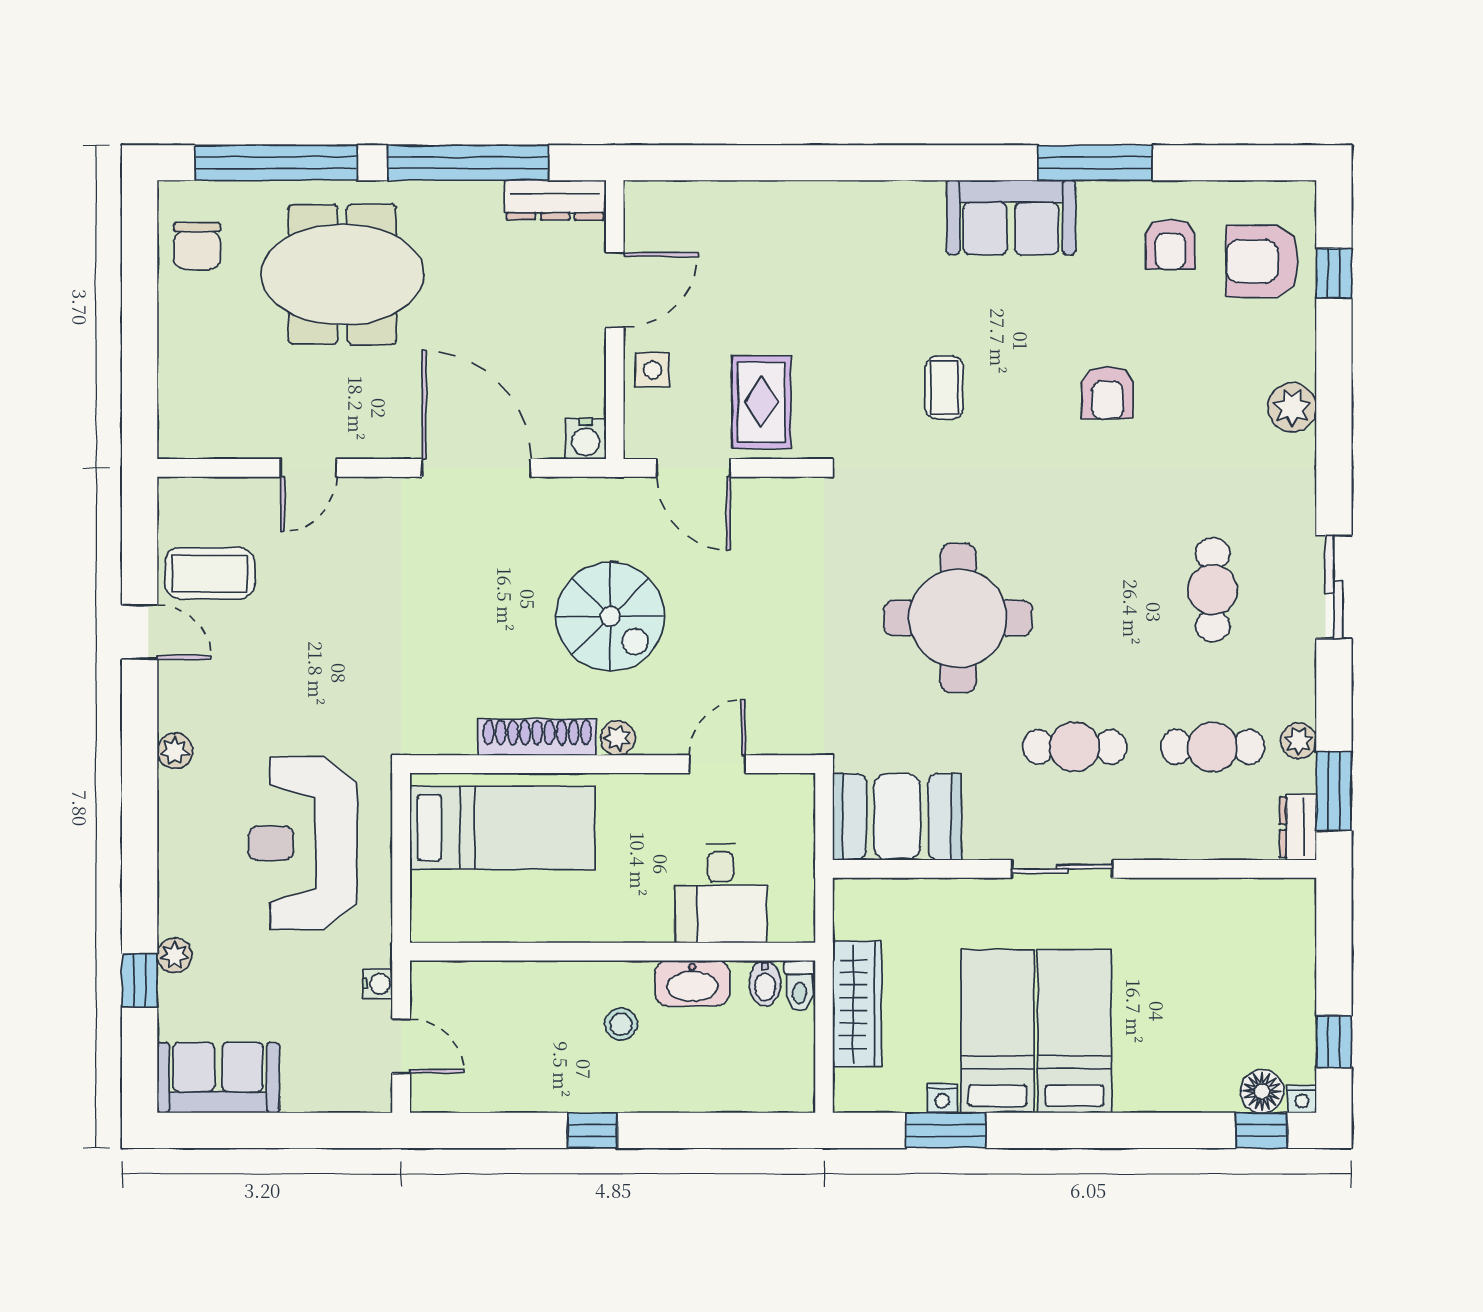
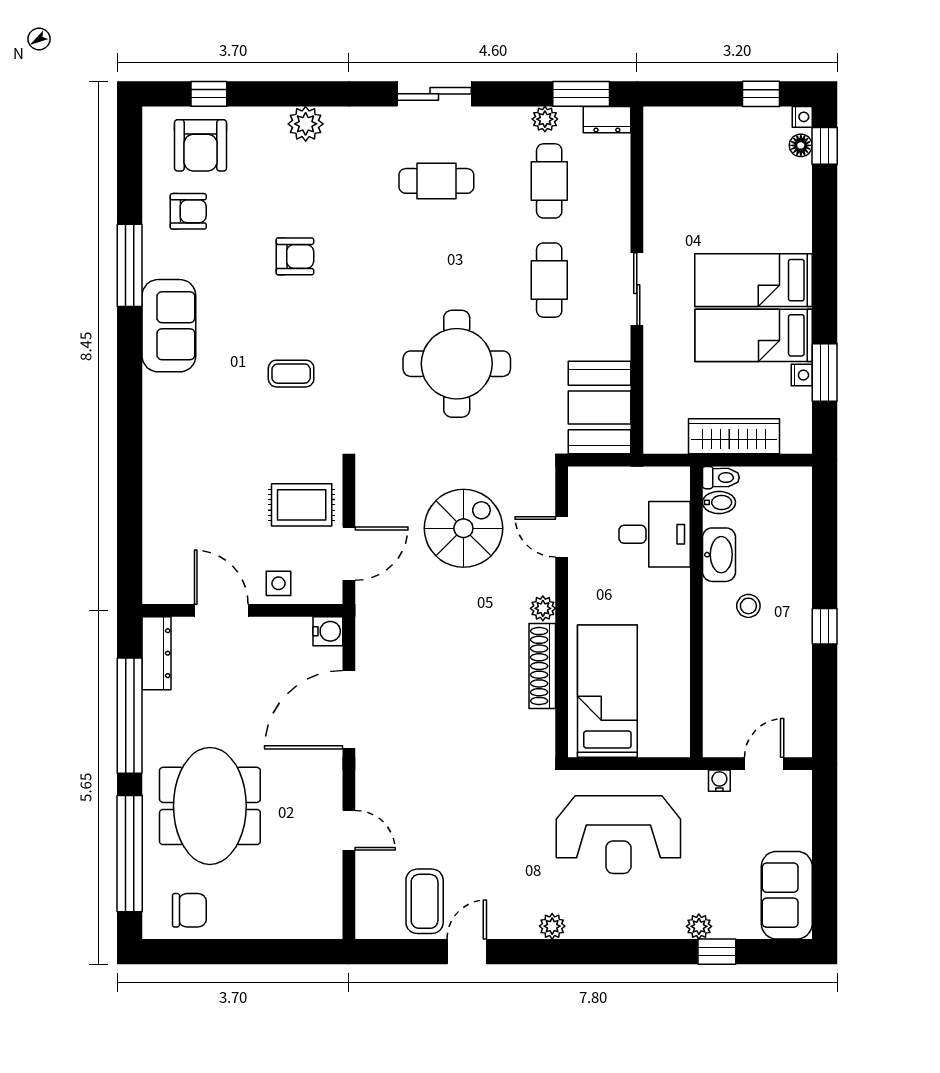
spiral stairs: (610, 616) -> (463, 528), moved
floor lamp: (1262, 1091) -> (801, 145), width x0.73, depth x0.73

